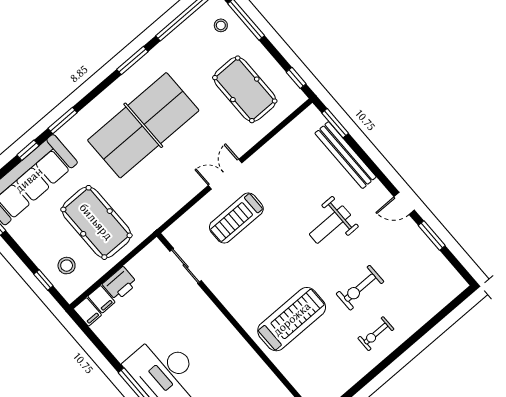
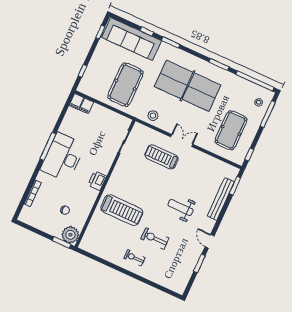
stool: (67, 266) -> (153, 116), moved
printer: (120, 284) -> (97, 181), moved, turned 90

